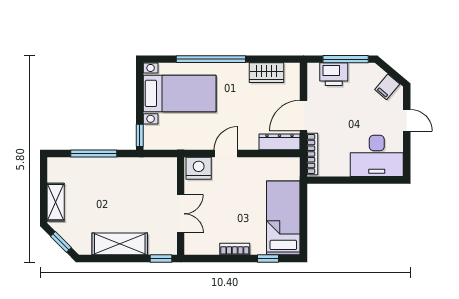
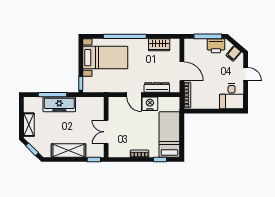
printer: (334, 74) -> (216, 46), moved
door: (303, 116) -> (182, 71), swing flipped
dresser: (279, 142) -> (157, 88), moved
door: (226, 153) -> (134, 95), swing flipped
desk: (377, 156) -> (232, 96), width x0.73
nightstand: (199, 168) -> (150, 104), moved
freezer: (105, 169) -> (59, 104), added
double door: (181, 214) -> (106, 132), swing flipped

